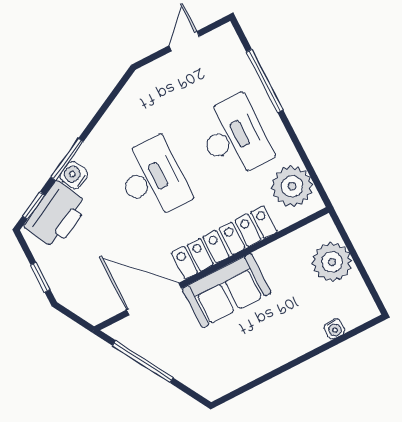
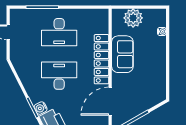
desk: (234, 137) -> (59, 32), turned 180
plant: (292, 186) -> (93, 18), removed
sofa: (227, 291) -> (122, 54), moved

